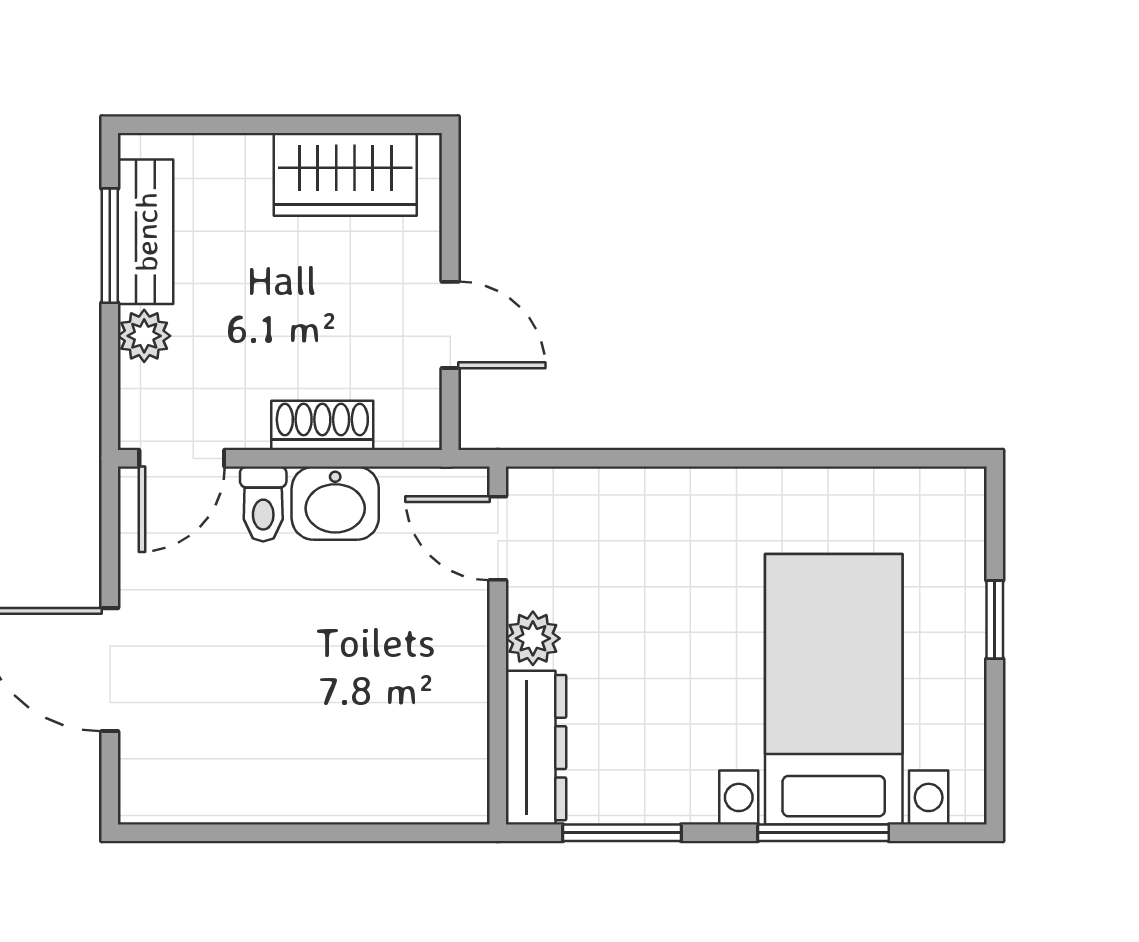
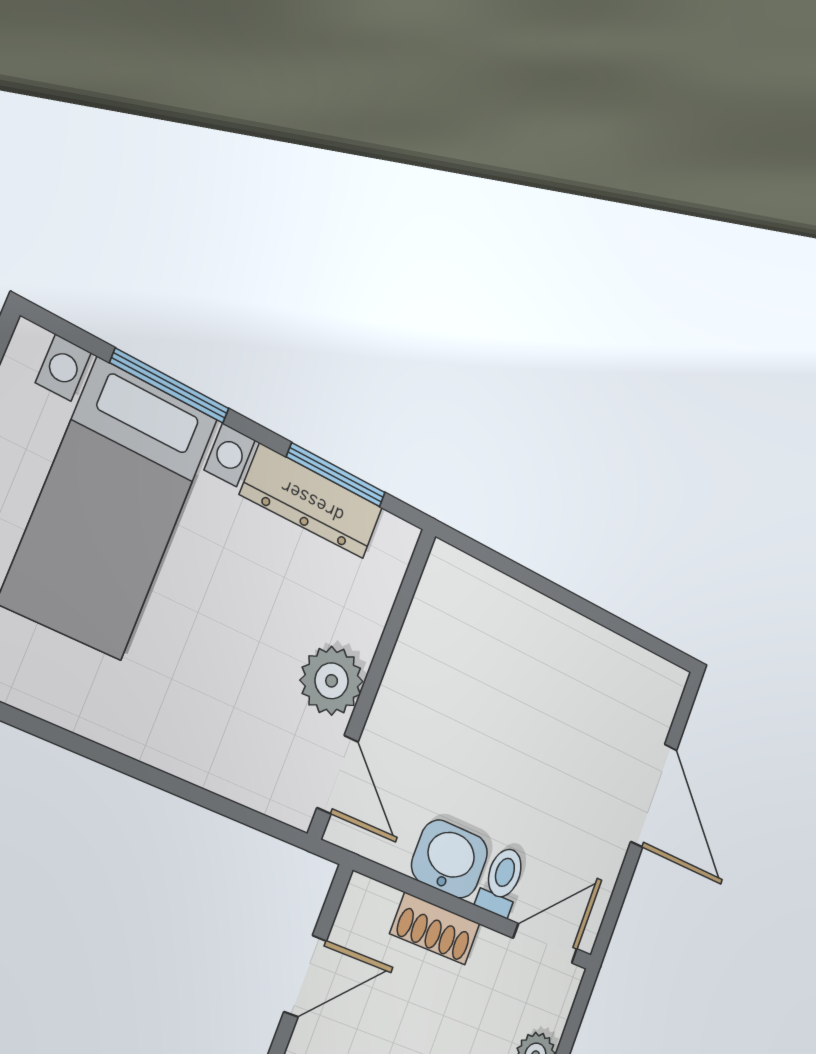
door: (450, 325) -> (305, 976), swing flipped
plant: (533, 638) -> (332, 681), width x1.38, depth x1.38
dresser: (536, 748) -> (312, 501), moved, turned -90

